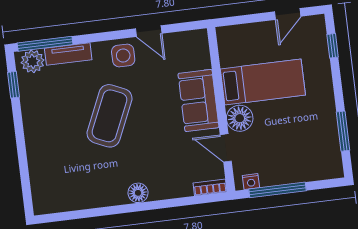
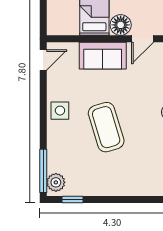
door: (149, 31) -> (43, 60), moved
tv unit: (68, 54) -> (53, 154), removed
coffee table: (109, 116) -> (106, 127), turned 49

